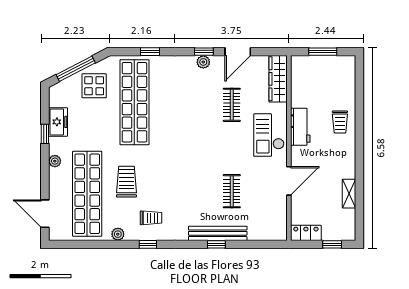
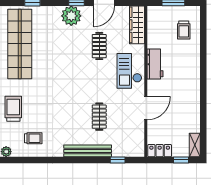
plant: (203, 62) -> (71, 16), width x1.87, depth x1.87
trolley: (340, 122) -> (184, 30), moved
shelving: (349, 194) -> (195, 145), moved
window: (148, 244) -> (31, 160), removed
window: (216, 244) -> (118, 160), moved

